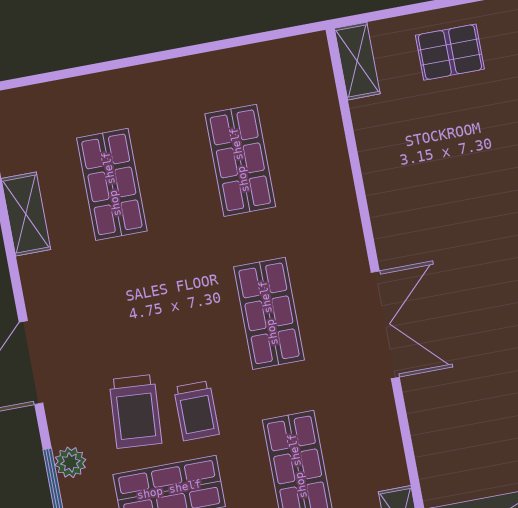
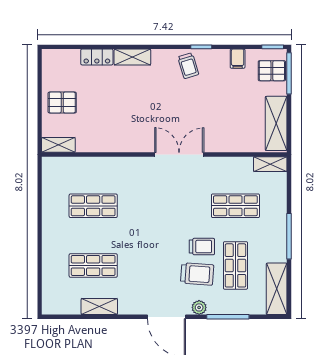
pallet: (450, 52) -> (62, 103), turned 90
shop shelf: (269, 313) -> (164, 206), removed
plant: (70, 462) -> (199, 307), moved

